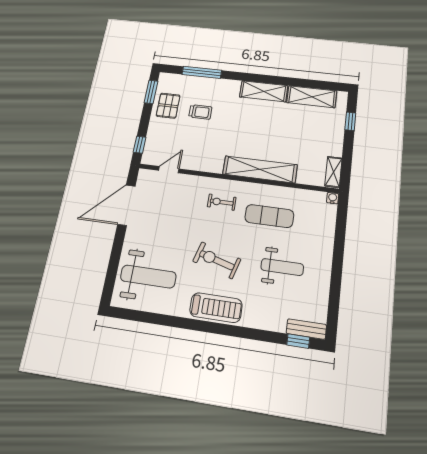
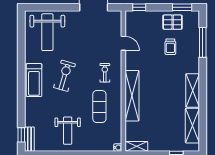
door: (169, 170) -> (123, 43), moved
weight bench: (282, 267) -> (68, 131), moved

